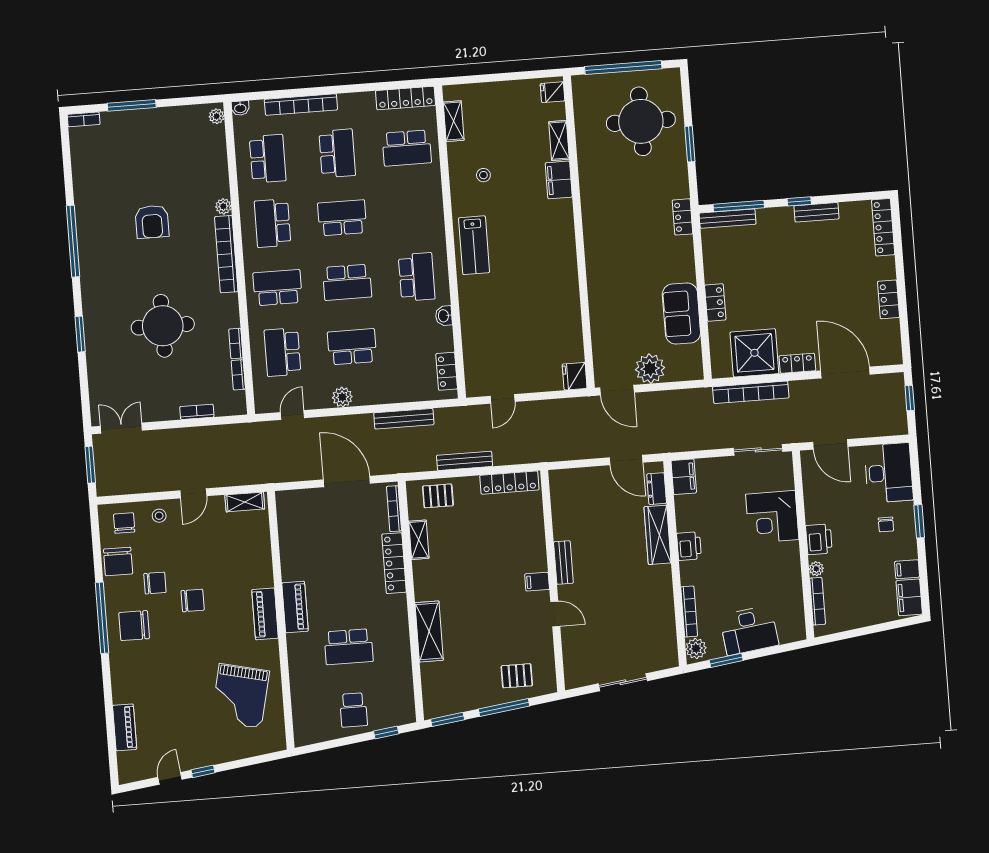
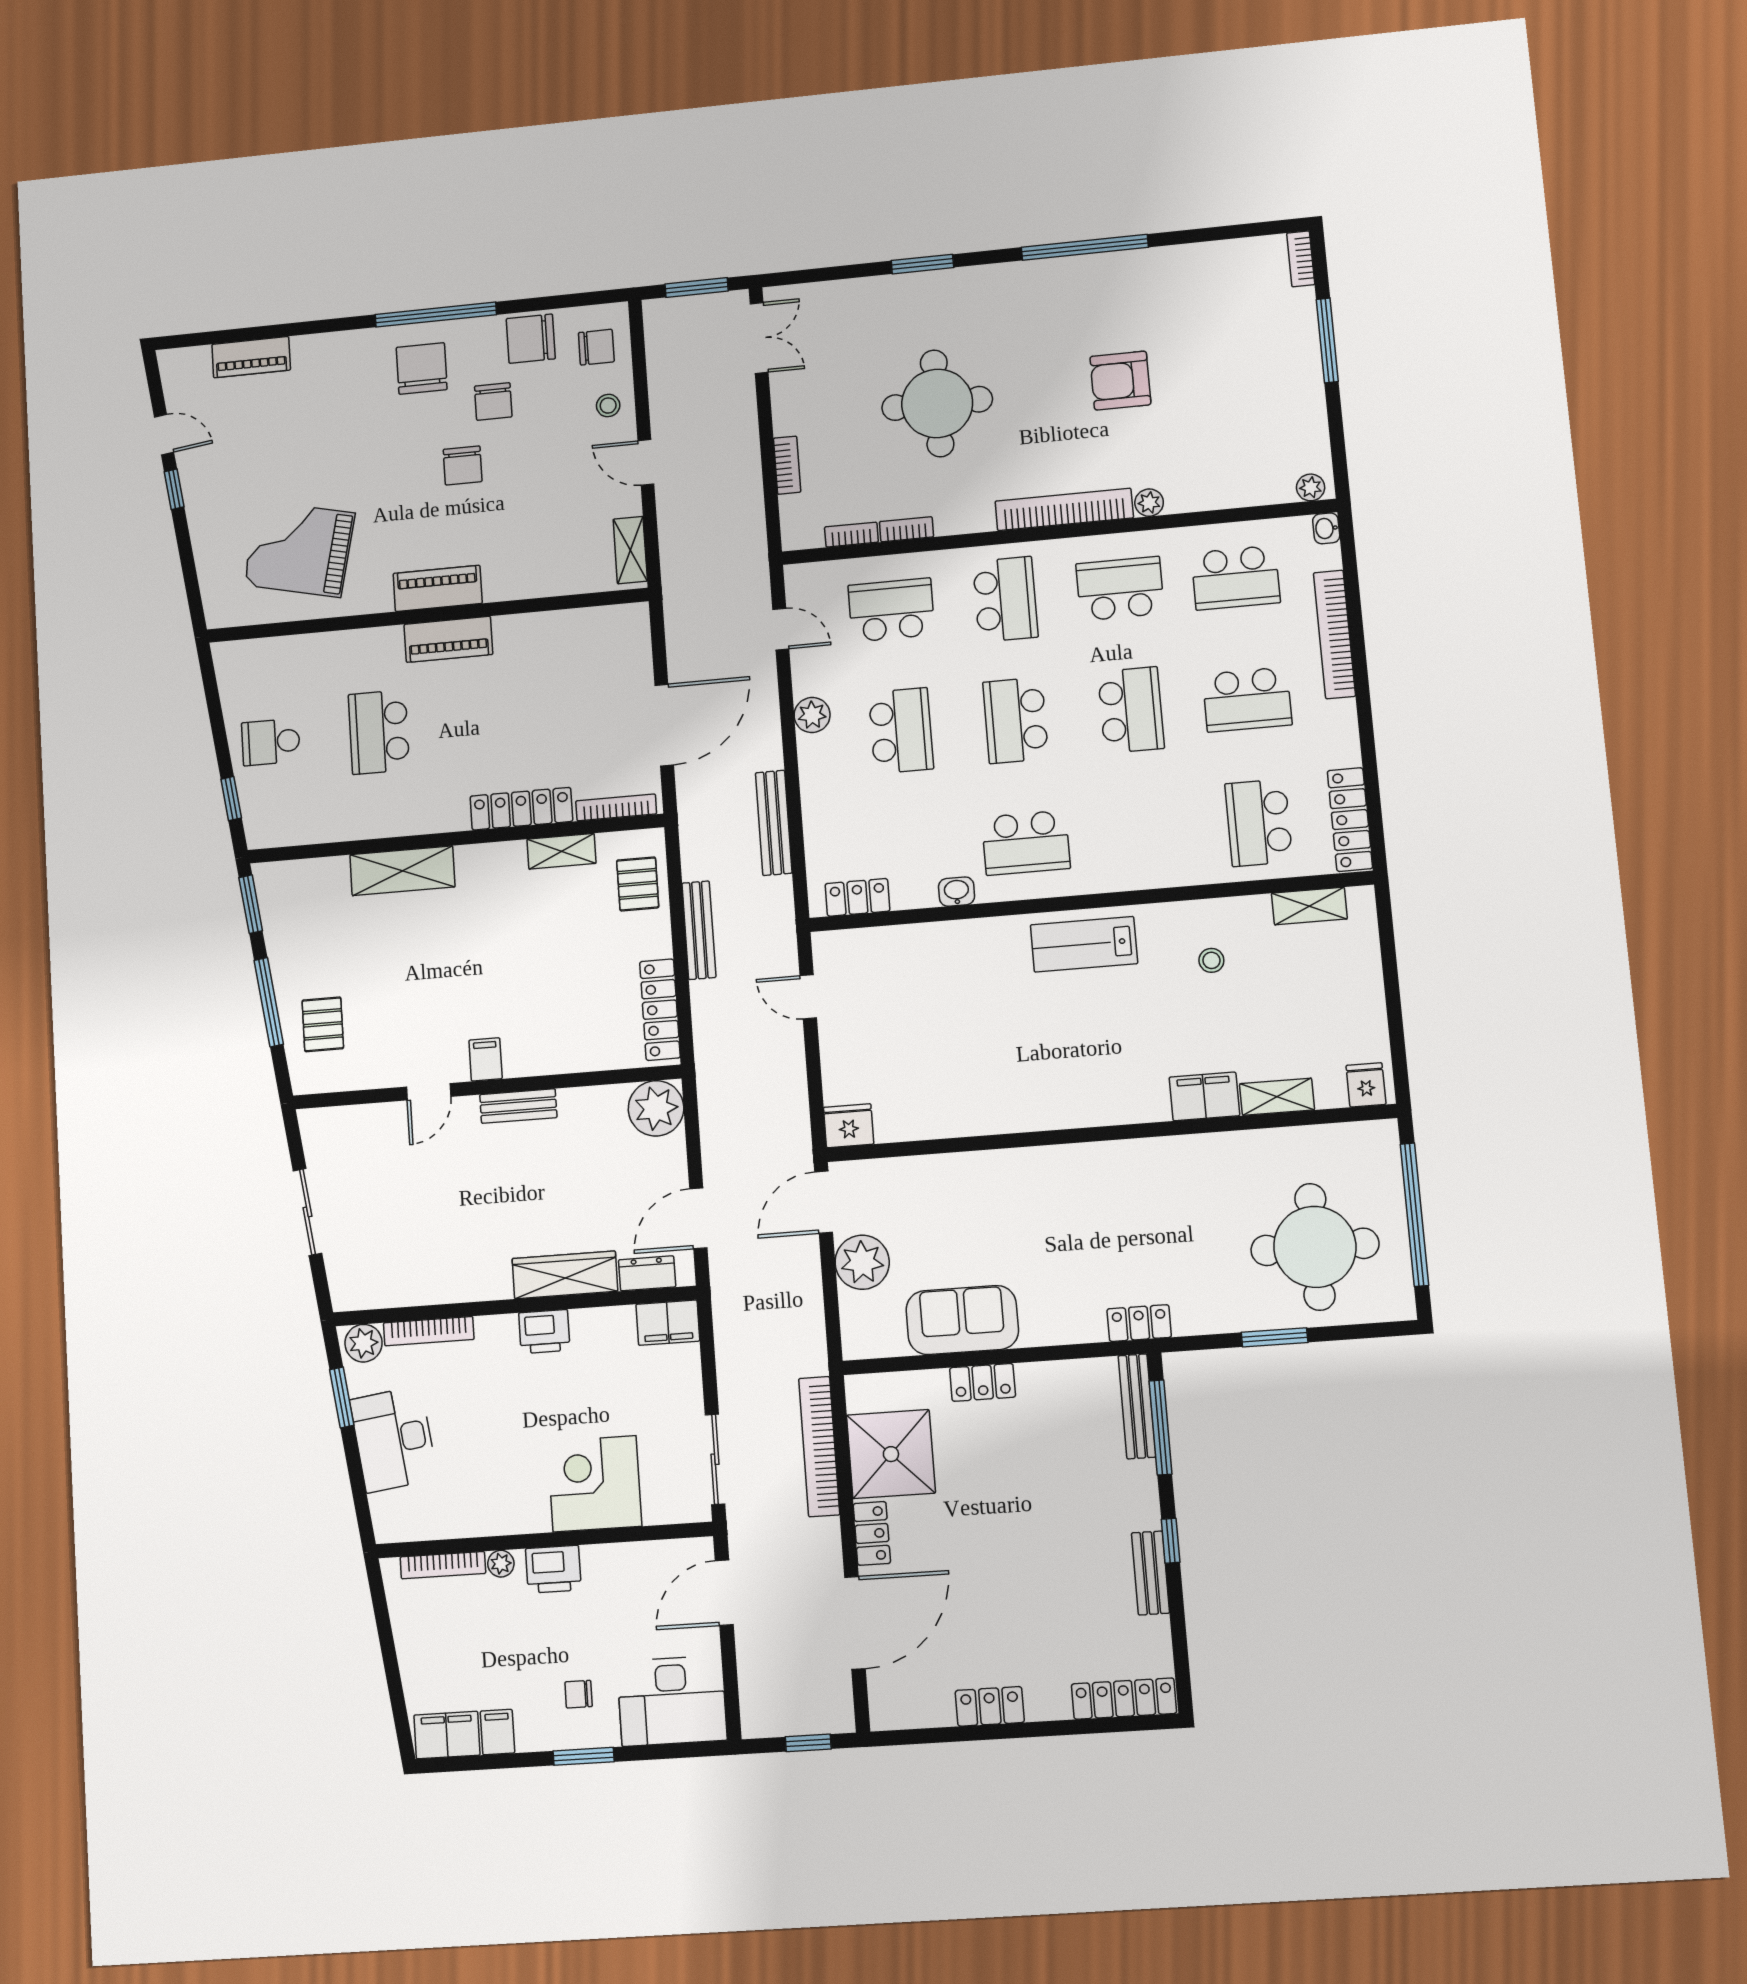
plant: (565, 484) -> (656, 1108), added

